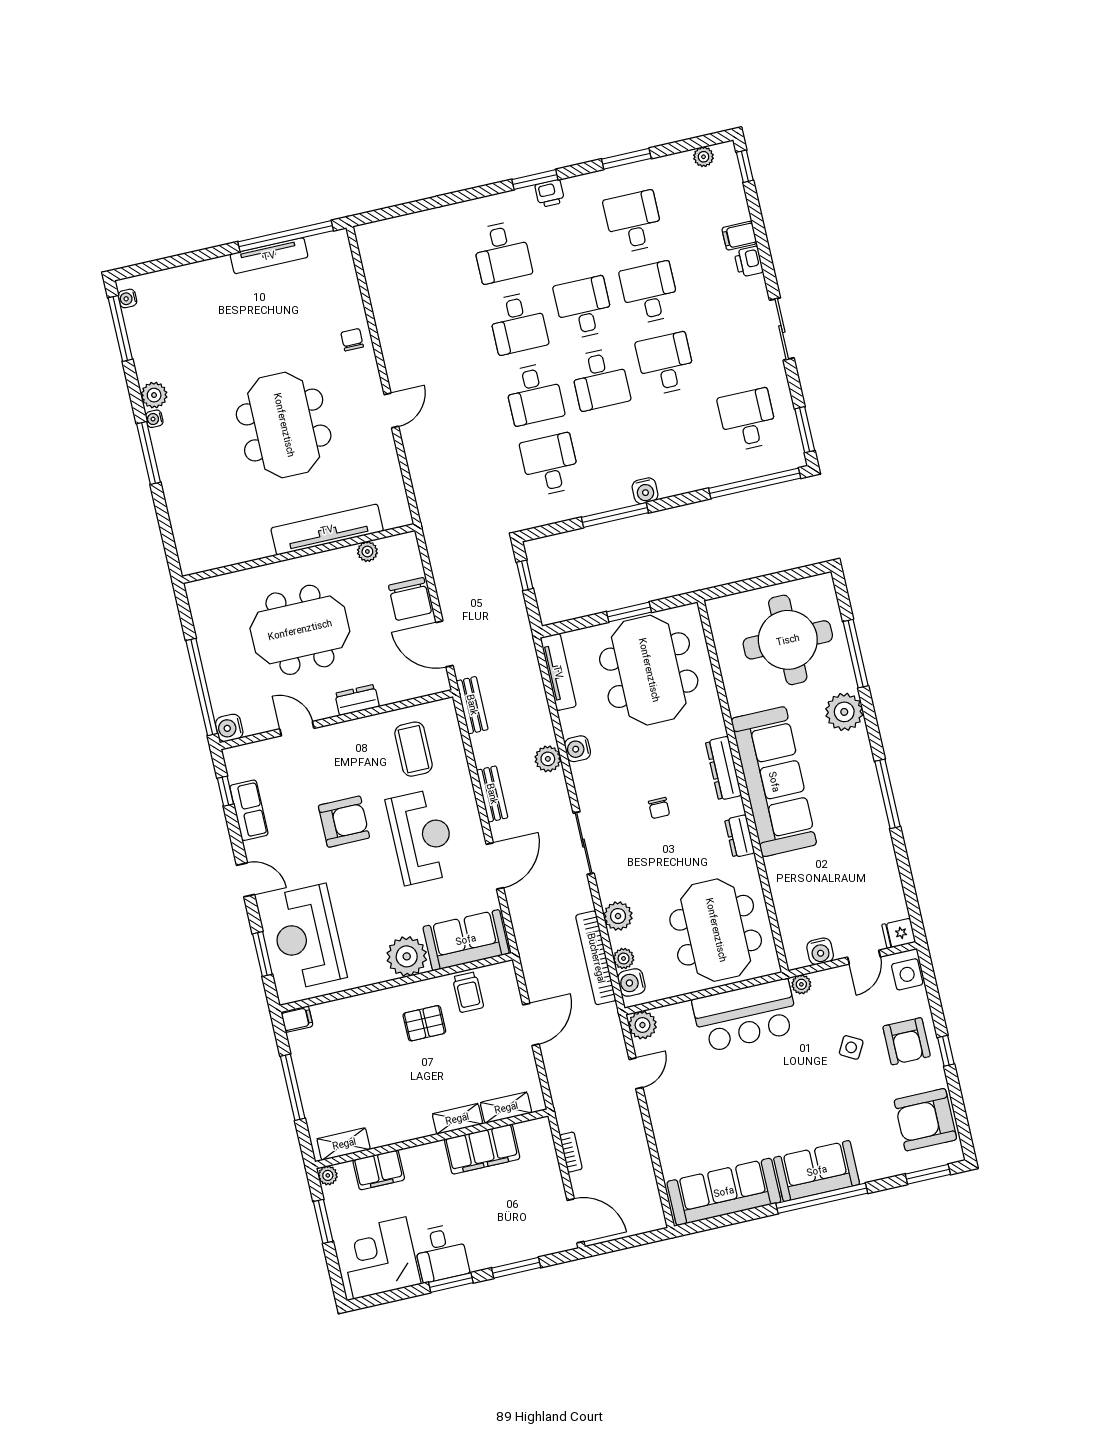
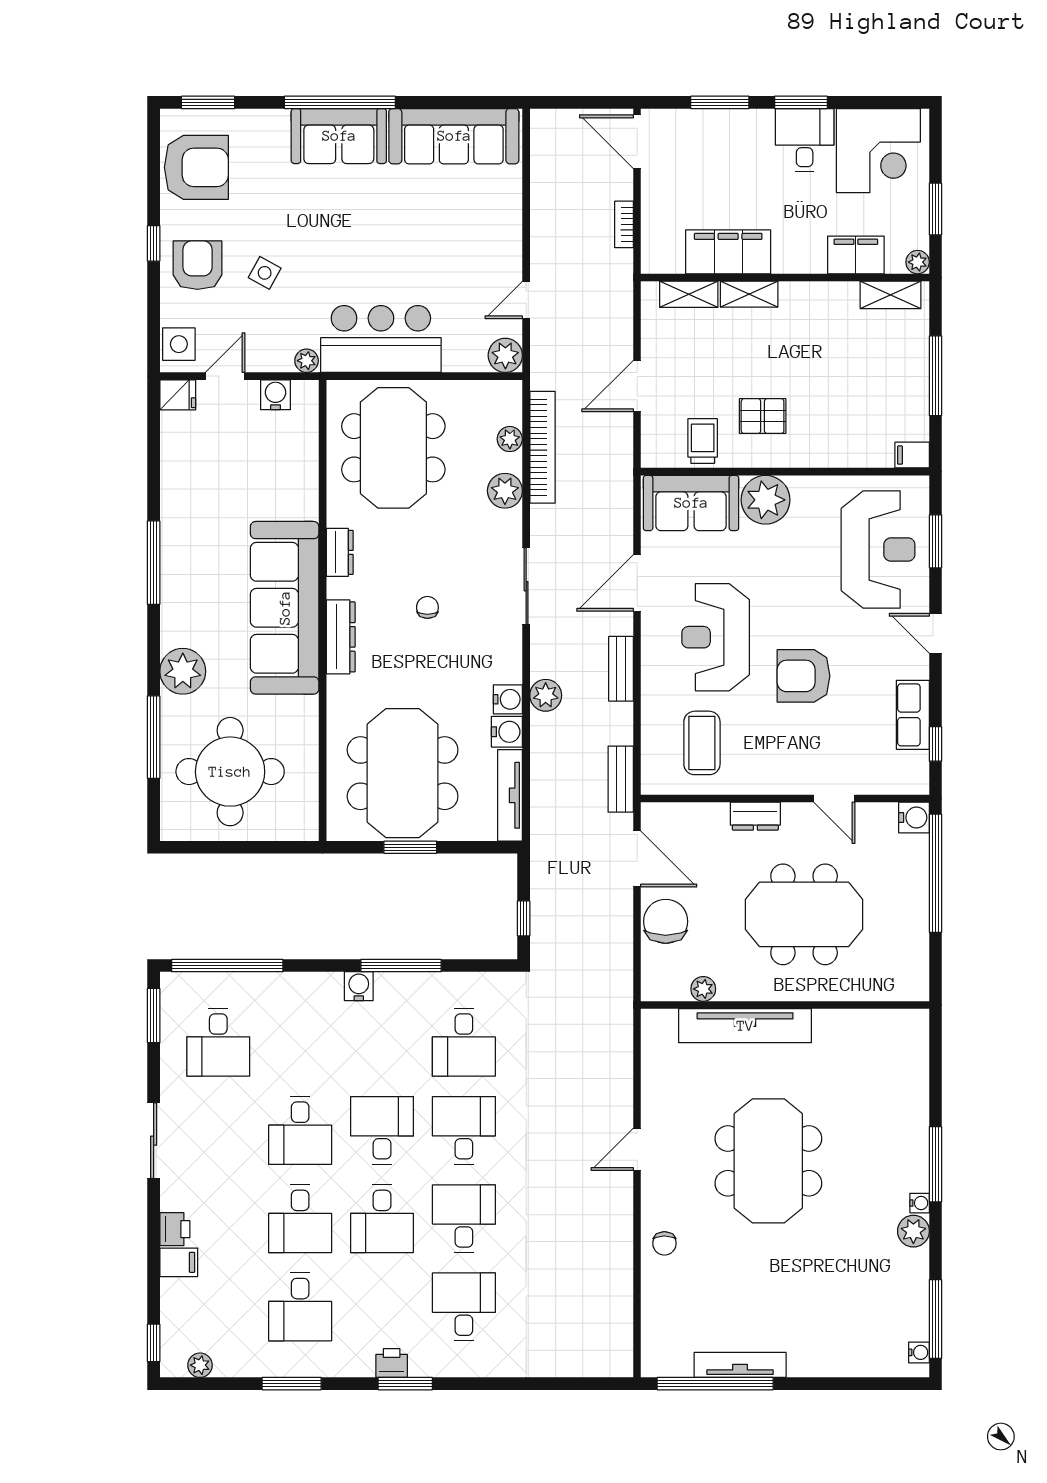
water cooler: (631, 983) -> (507, 732), moved

